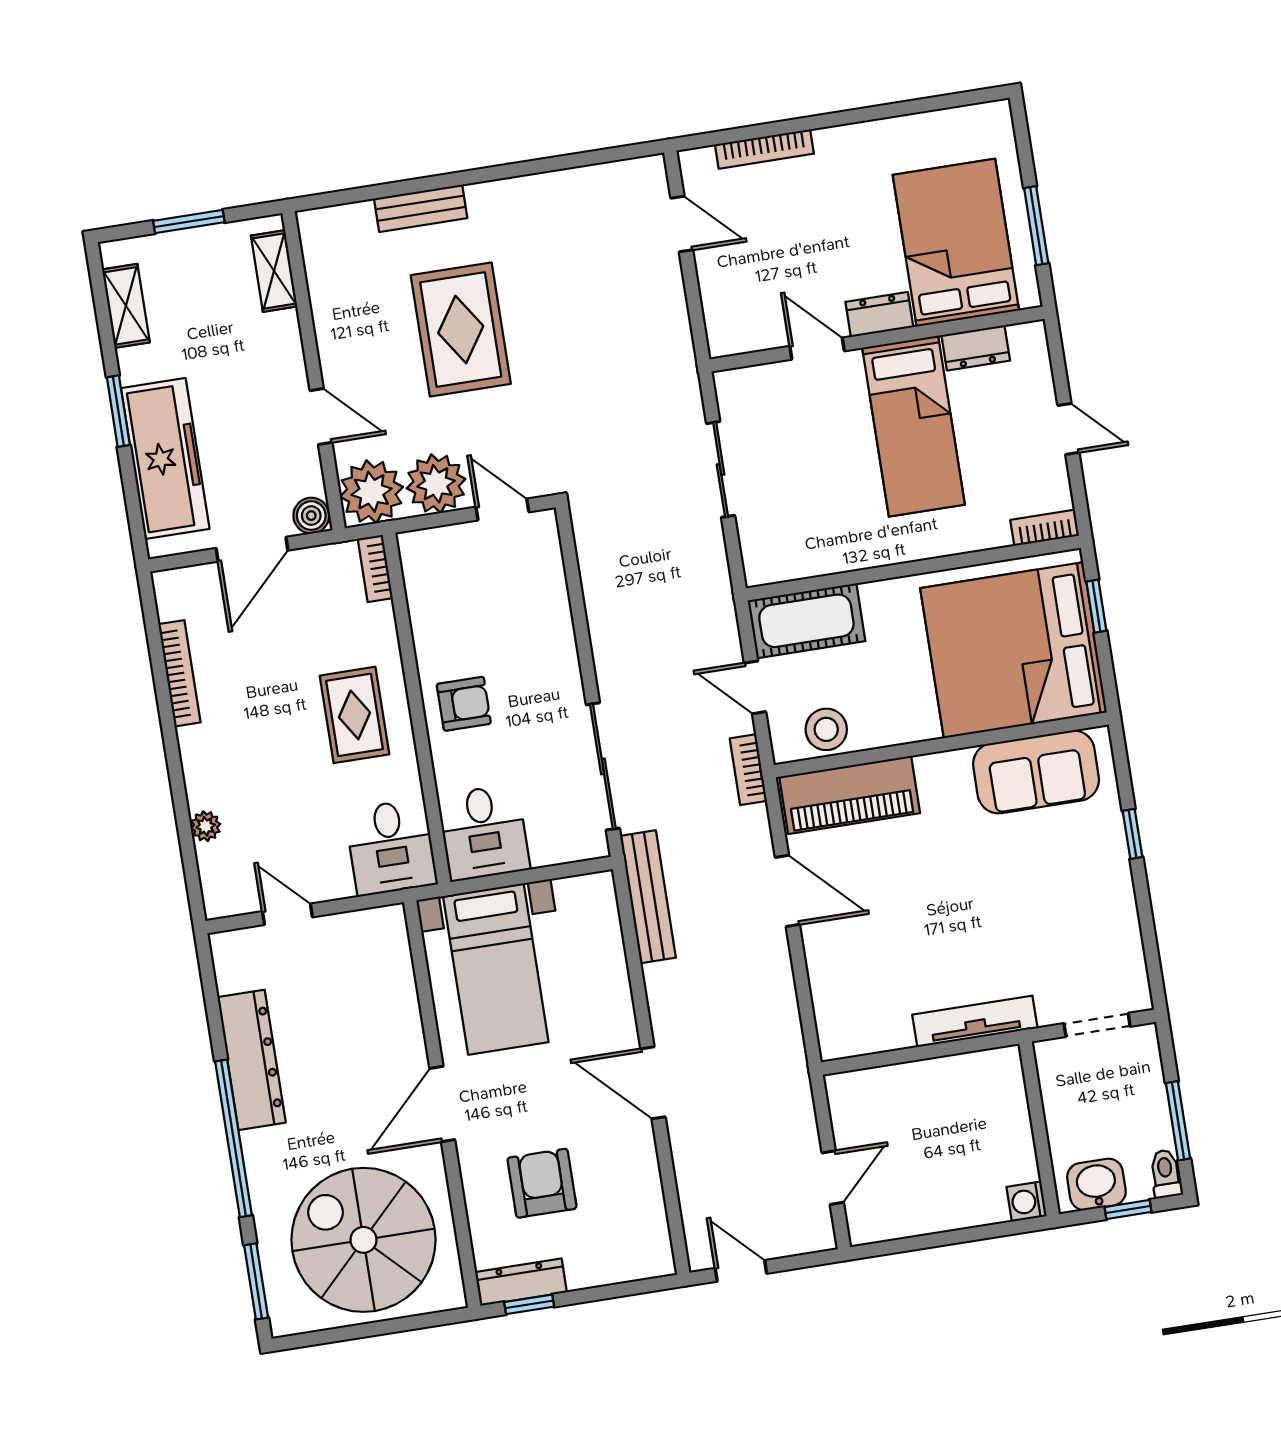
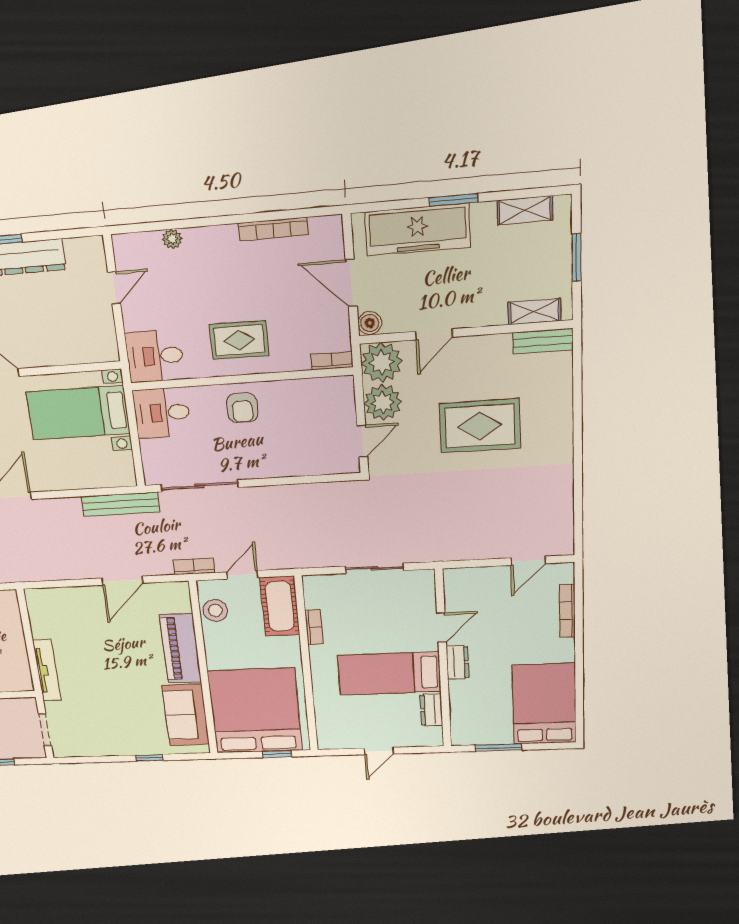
bench: (421, 208) -> (543, 341), moved, turned 90
bed: (956, 243) -> (544, 704), moved, turned -90
bookcase: (1045, 528) -> (314, 627), moved
piano: (850, 795) -> (181, 648), moved

